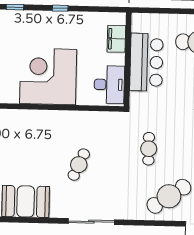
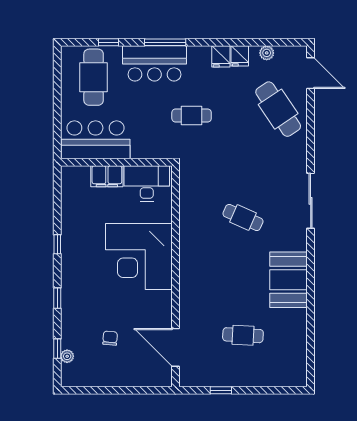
filing cabinet: (116, 39) -> (107, 176), moved
bar counter: (146, 62) -> (96, 140), moved
cafe table: (149, 149) -> (192, 115), moved

